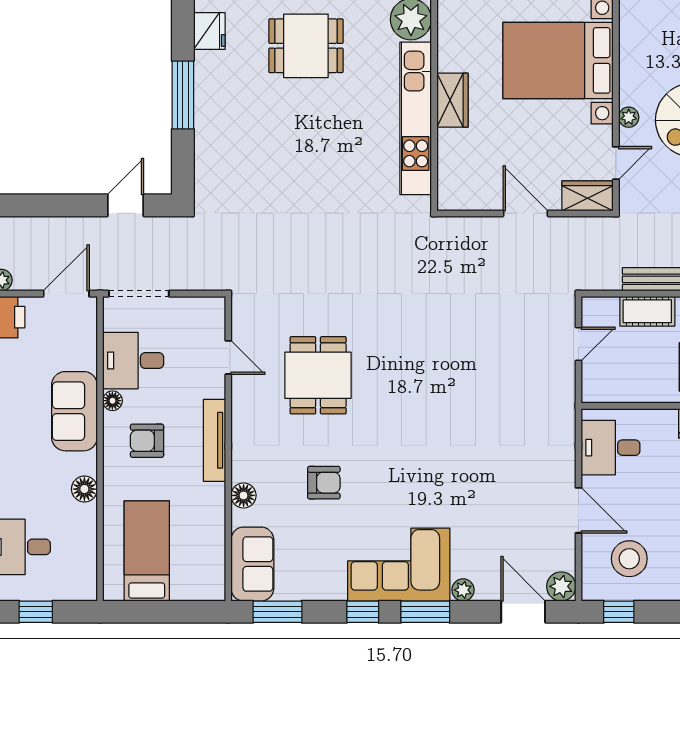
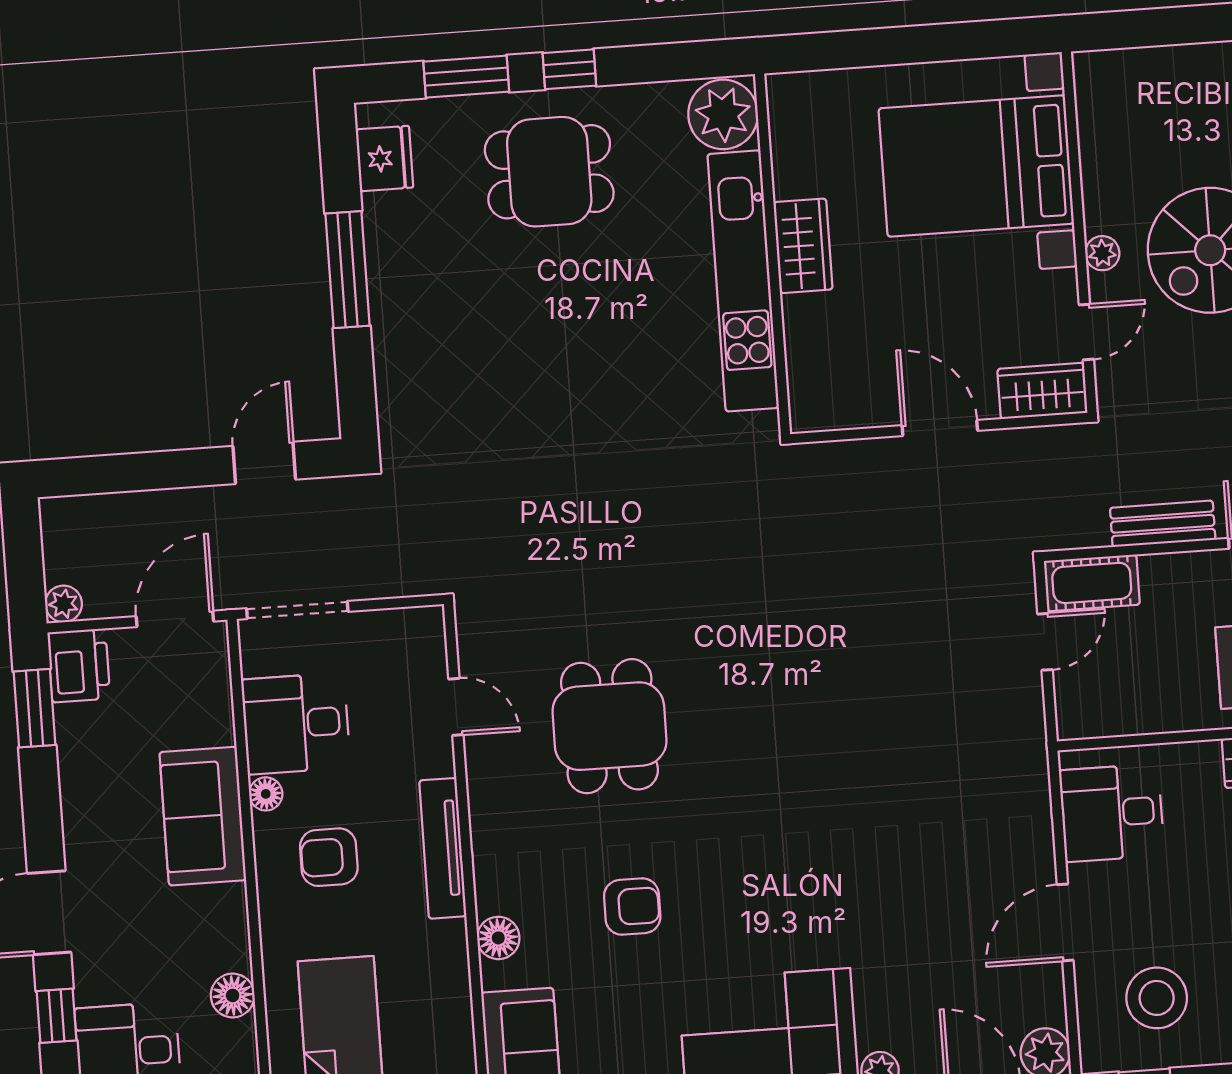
cot: (647, 311) -> (1092, 583), moved
floor lamp: (84, 489) -> (233, 995), moved
door: (578, 510) -> (1065, 922), swing flipped

